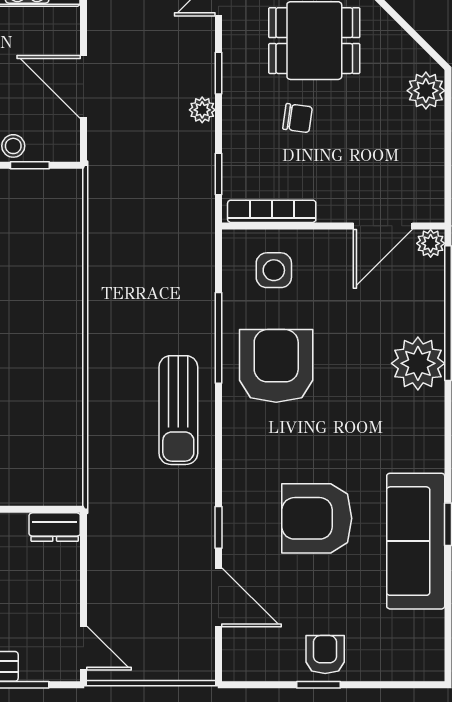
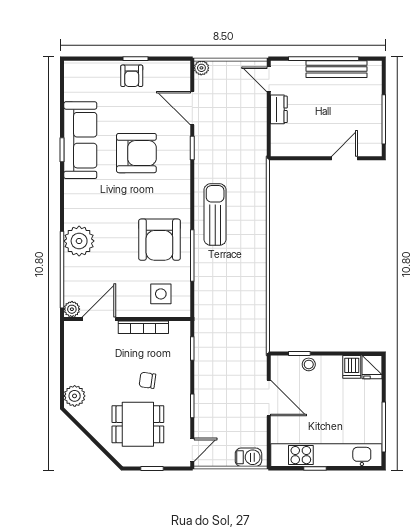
plant: (202, 110) -> (201, 68), moved
bookcase: (272, 211) -> (143, 327), moved
dresser: (55, 527) -> (279, 109), moved, turned 90

